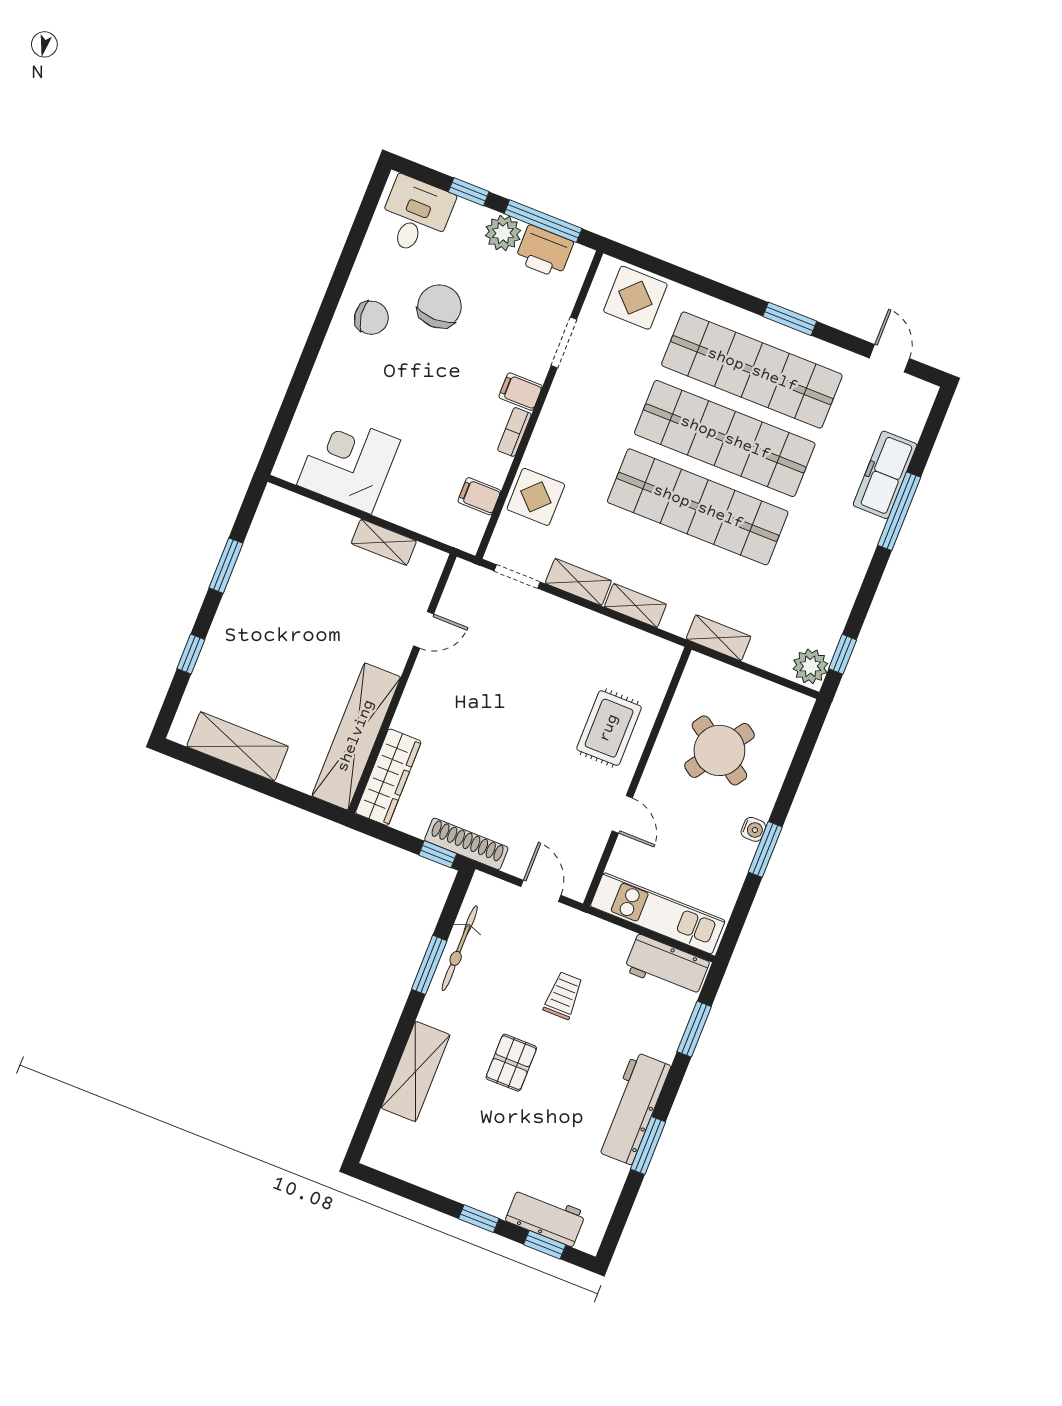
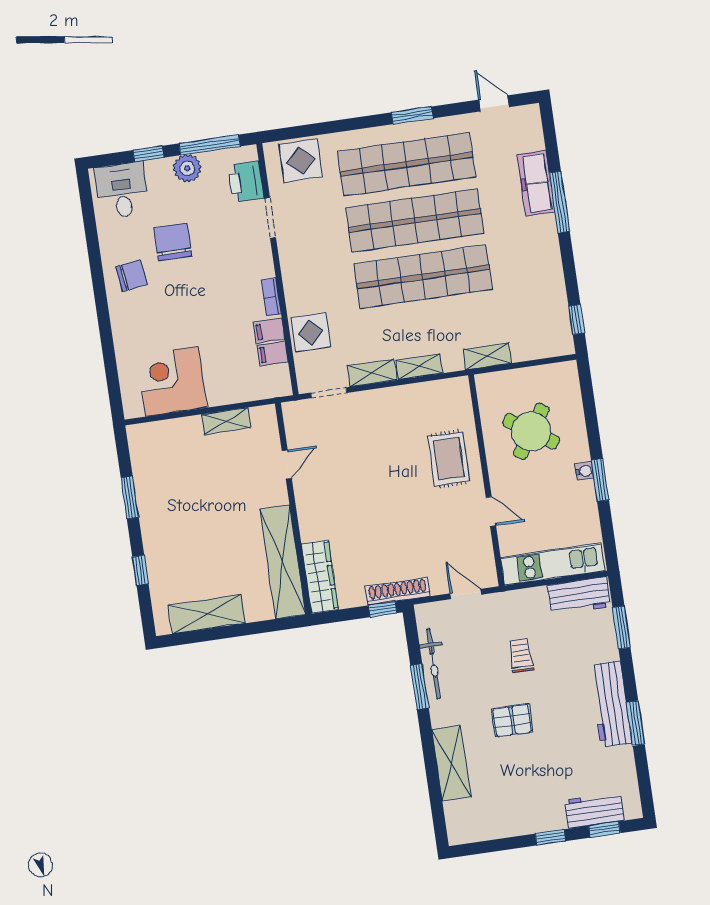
printer: (544, 252) -> (246, 182), moved, turned 90
filing cabinet: (521, 392) -> (269, 331), moved
plant: (810, 666) -> (560, 340), removed
pallet: (511, 1063) -> (512, 720), turned 90

